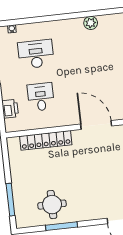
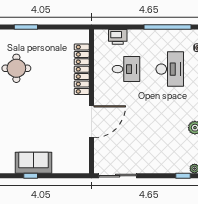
window: (10, 200) -> (26, 27), width x0.69

